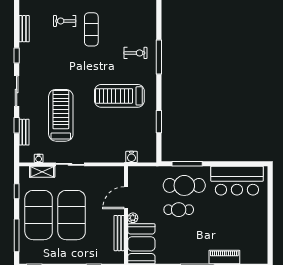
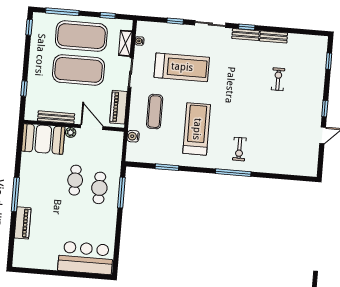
exercise mat: (91, 29) -> (155, 112), moved, turned 90
bench: (24, 132) -> (246, 35), moved
piano: (104, 173) -> (118, 107), added
bar counter: (237, 181) -> (86, 258), moved, turned 90
cafe table: (184, 185) -> (99, 188), width x0.73, depth x0.74

